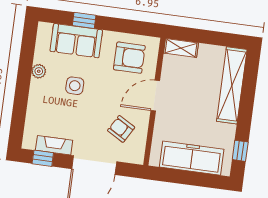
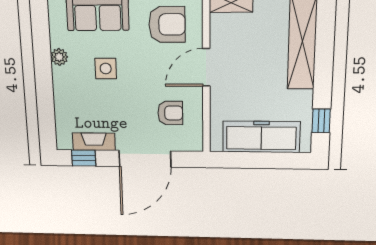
armchair: (121, 129) -> (170, 113), turned 150

